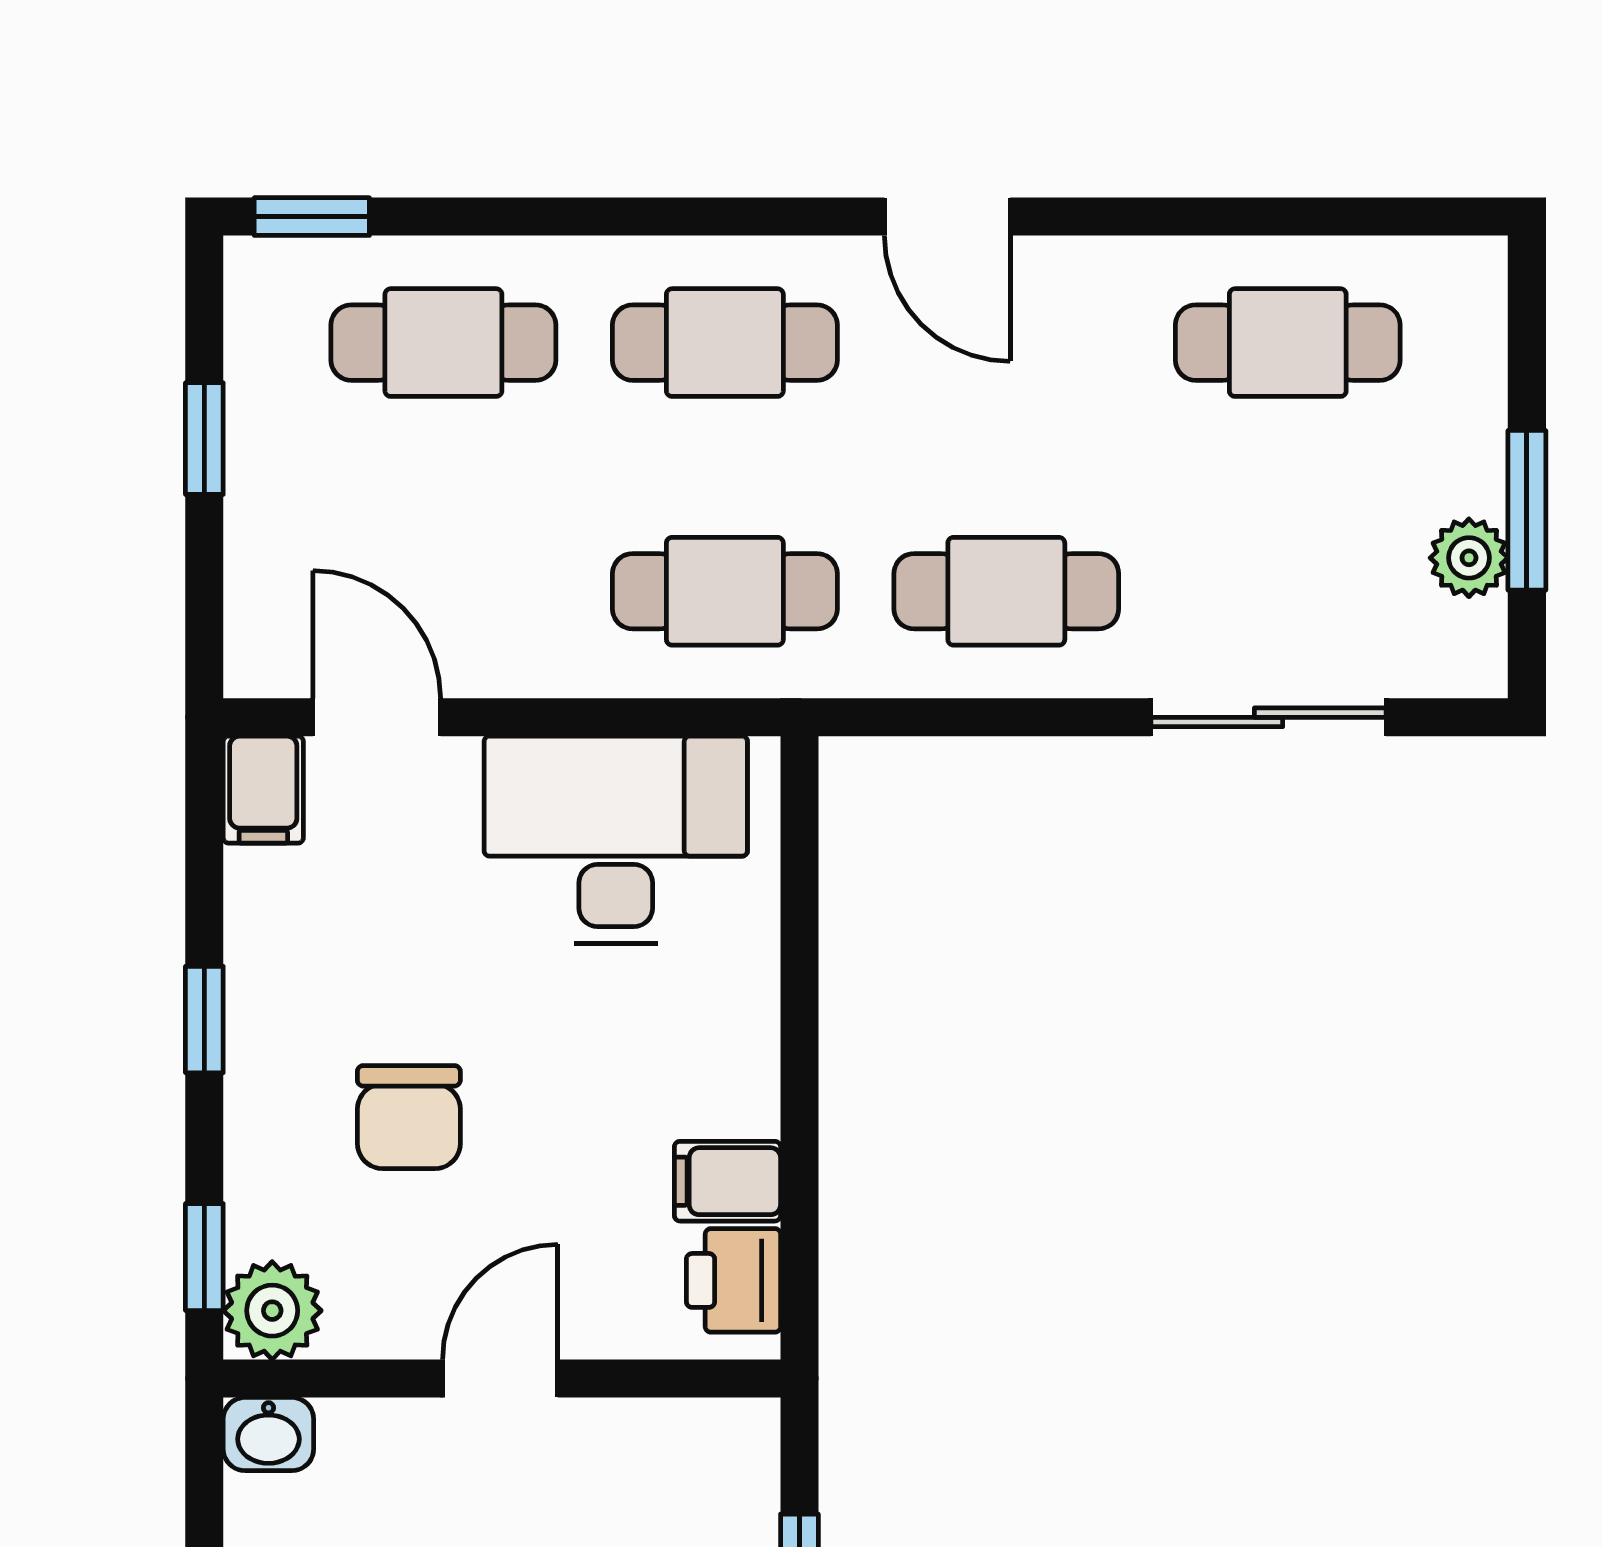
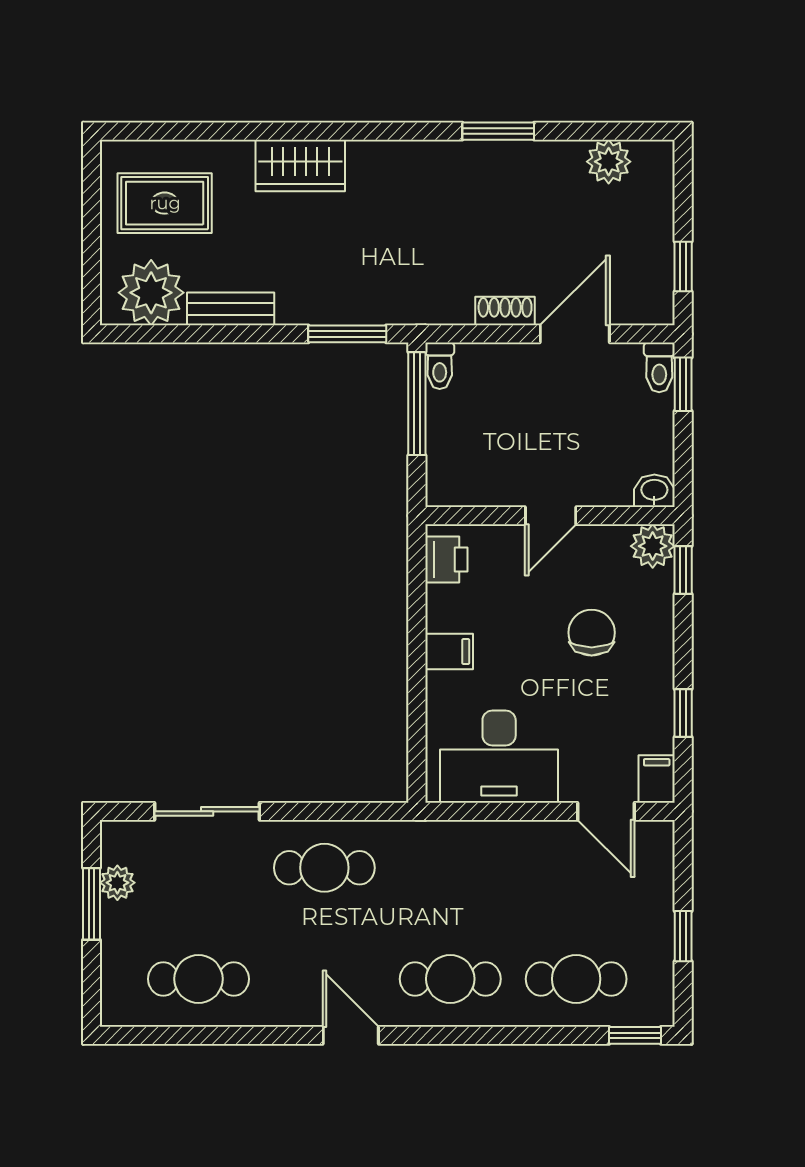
cafe table: (725, 591) -> (450, 868), removed
window: (204, 1020) -> (683, 713), moved
filing cabinet: (727, 1181) -> (449, 652), moved

